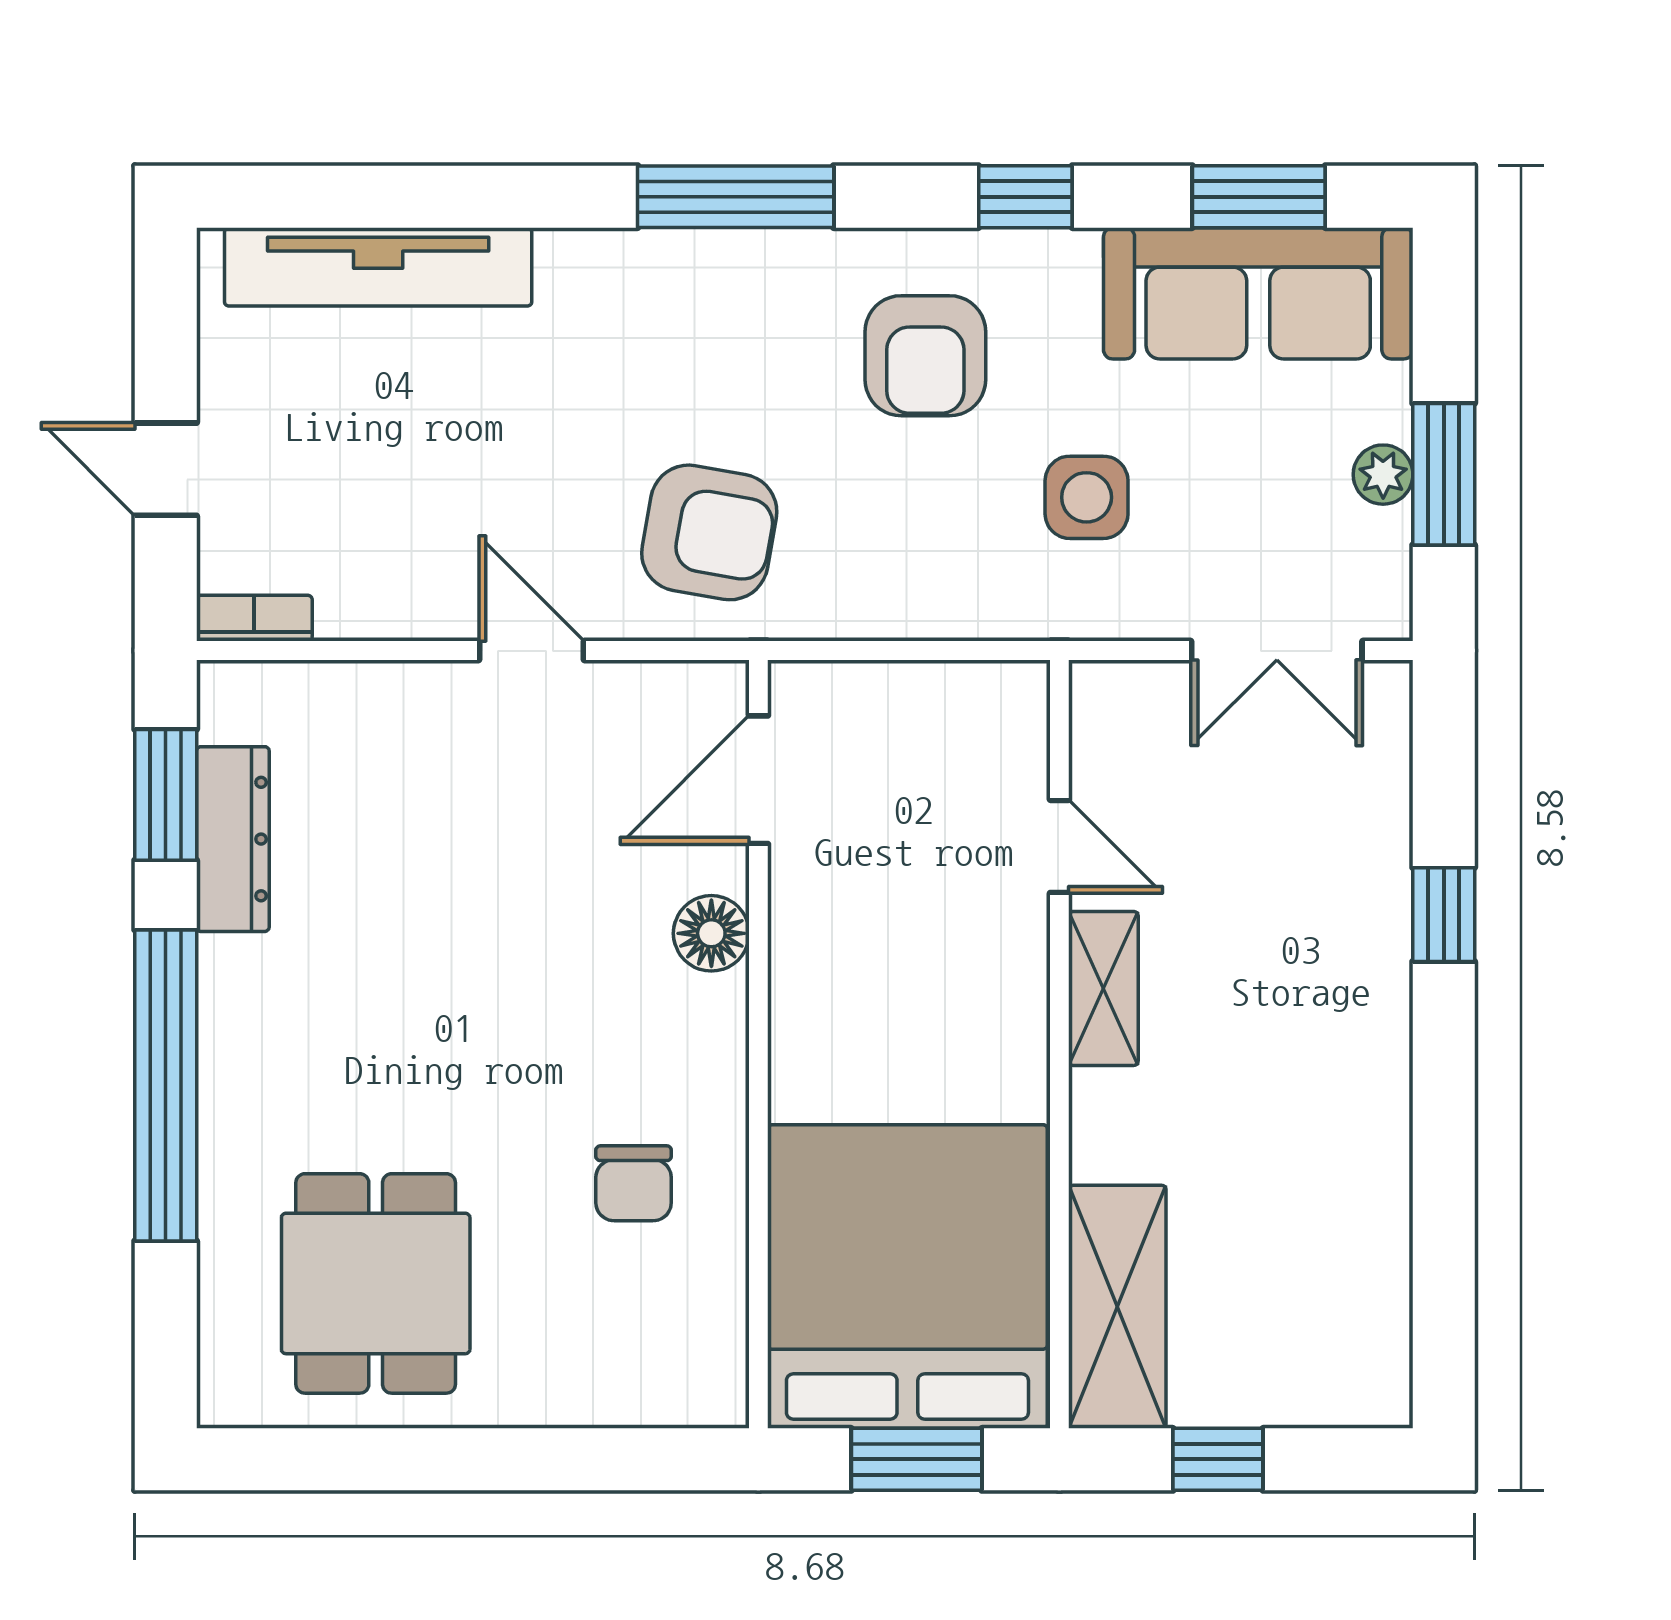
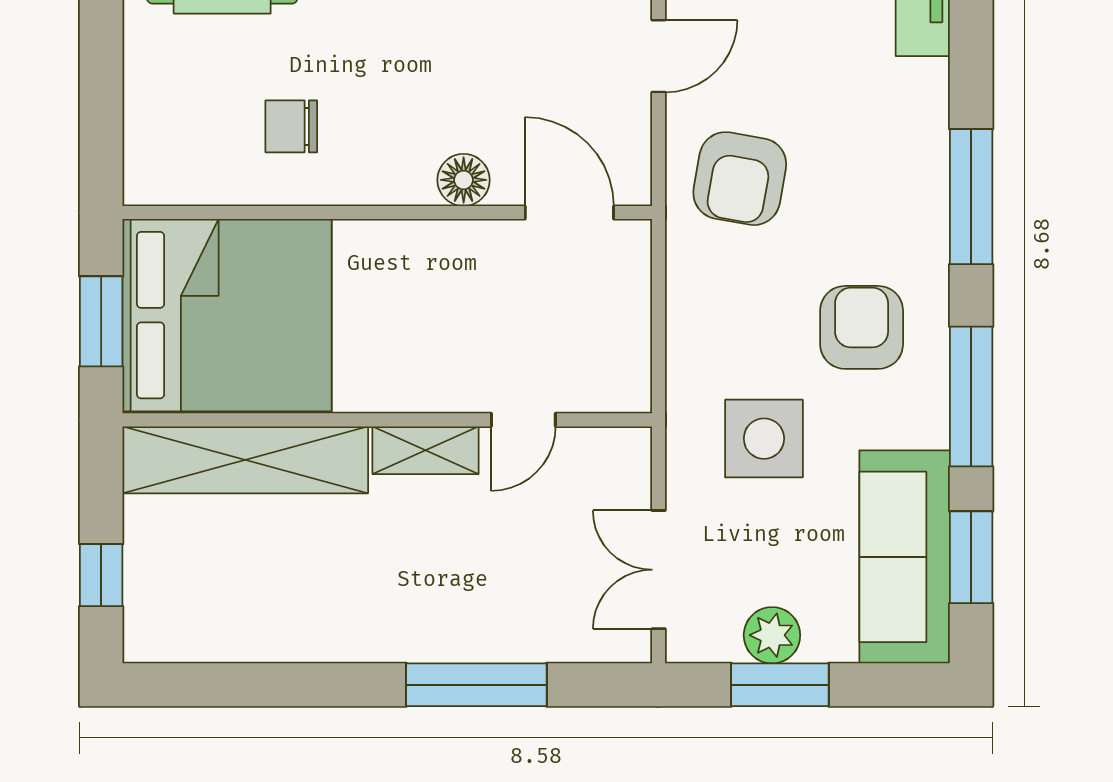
window: (1025, 197) -> (971, 396), width x2.17
armchair: (925, 356) -> (862, 327), turned 90
plant: (1383, 475) -> (772, 635), width x1.38, depth x1.38
side table: (1087, 497) -> (764, 439), width x1.37, depth x1.37
window: (1444, 915) -> (476, 685), width x2.17
shelving: (1117, 1307) -> (245, 460), width x1.47
window: (1218, 1459) -> (101, 575), moved

